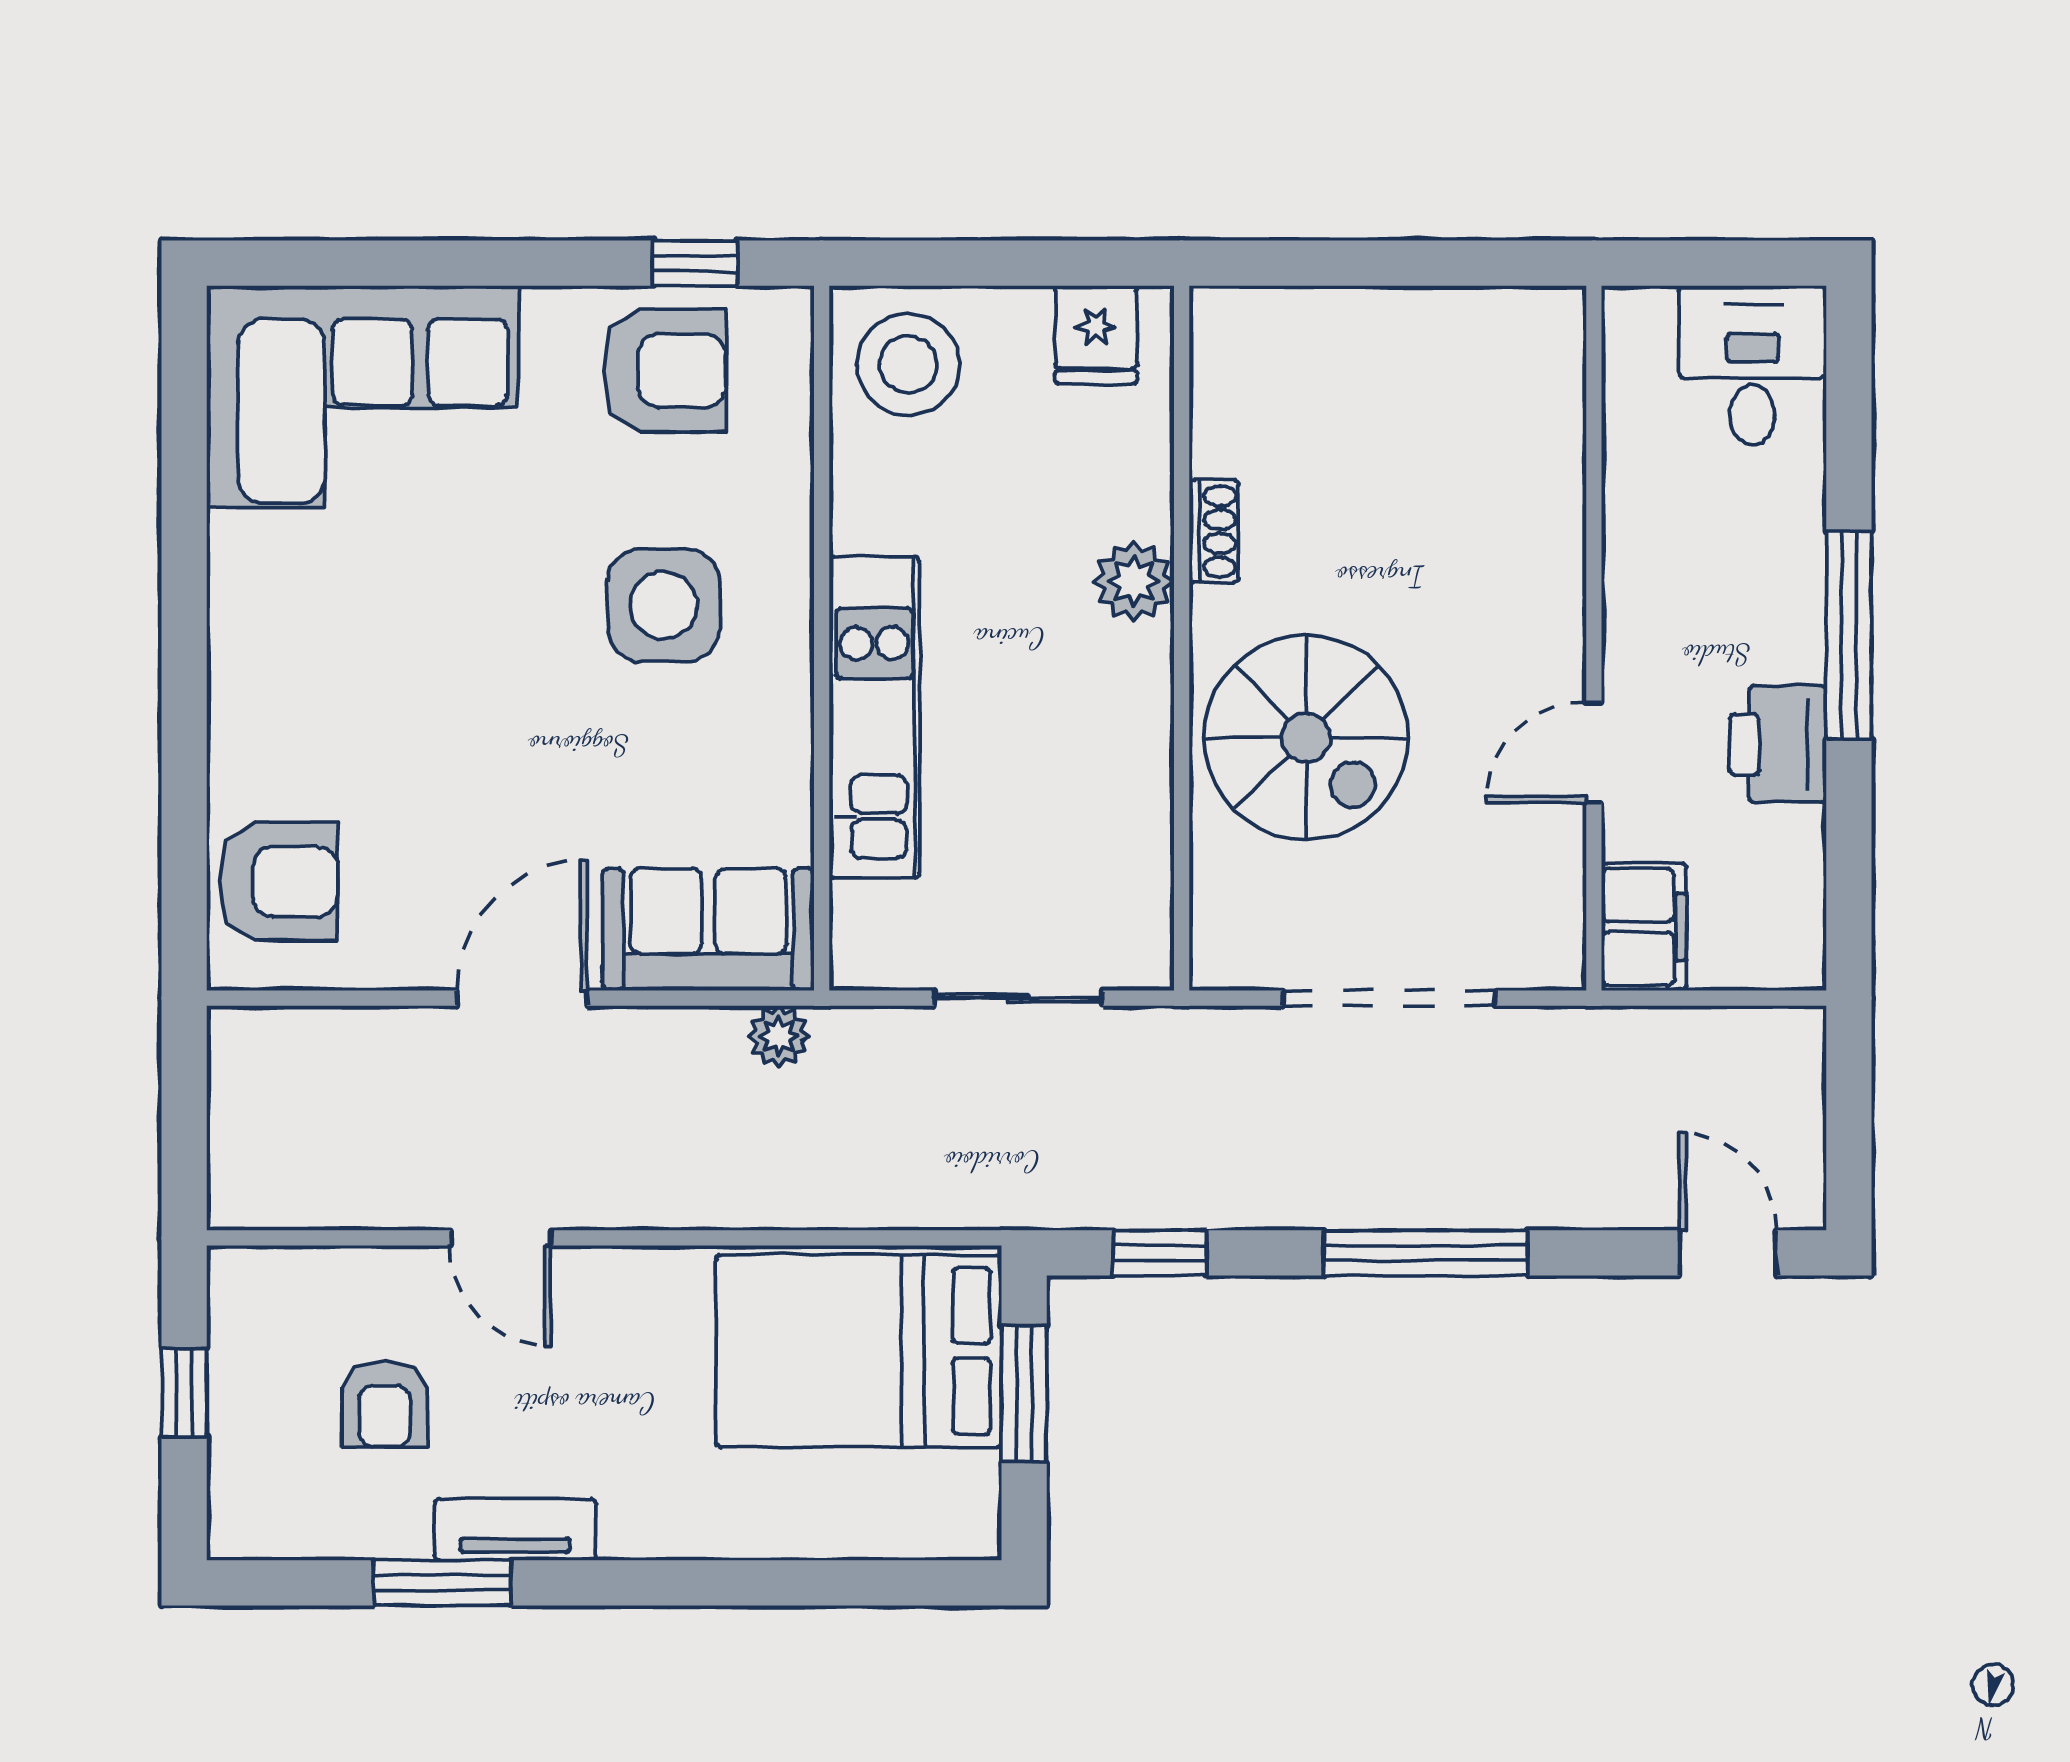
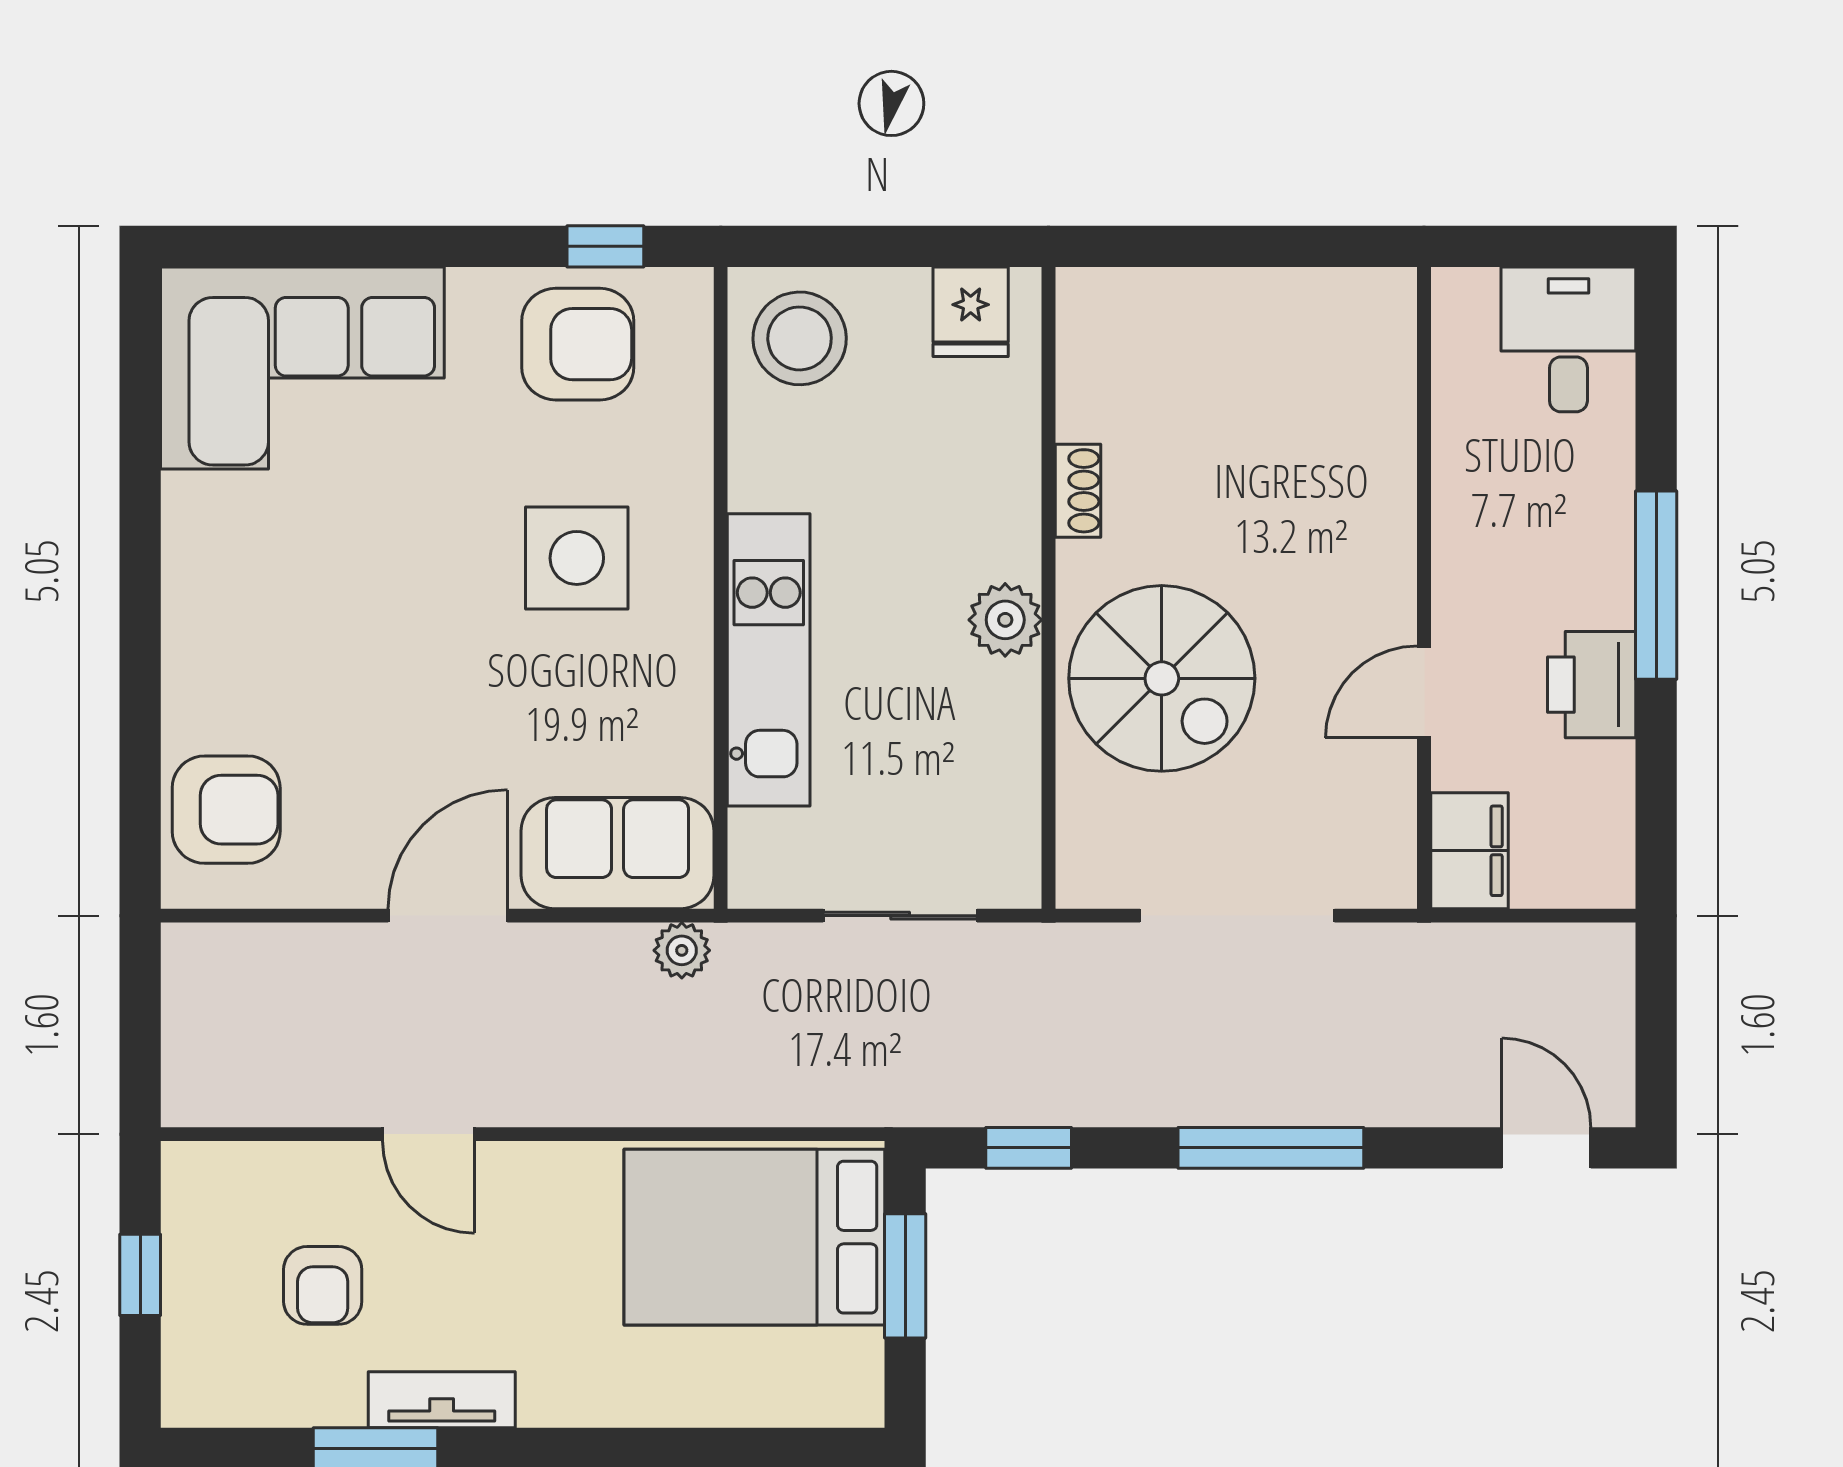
plant: (1134, 581) -> (1005, 620), moved

